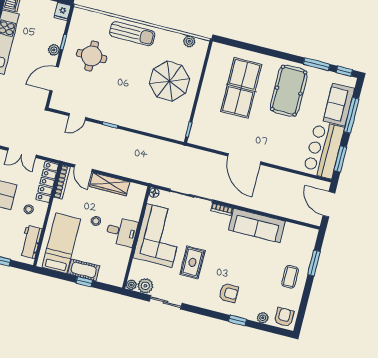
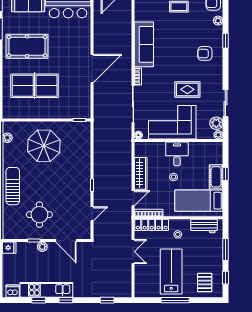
door: (77, 117) -> (92, 214), hinge flipped
armchair: (229, 293) -> (205, 53), turned -90

